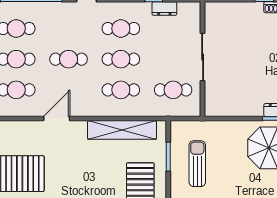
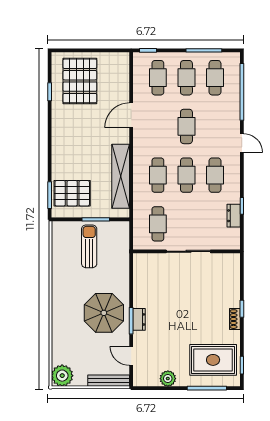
door: (57, 119) -> (131, 115), swing flipped
sun lounger: (197, 164) -> (89, 246), turned -90

